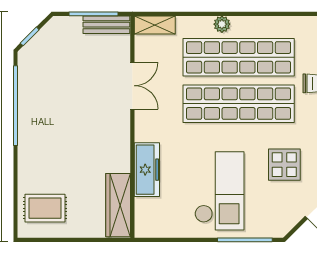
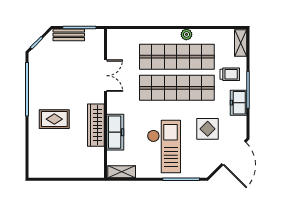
plant: (222, 24) -> (186, 34), moved
bench: (106, 25) -> (69, 35), moved
shelving: (155, 25) -> (122, 172), moved
wardrobe: (118, 205) -> (96, 125), moved
rug: (45, 208) -> (54, 119), moved

